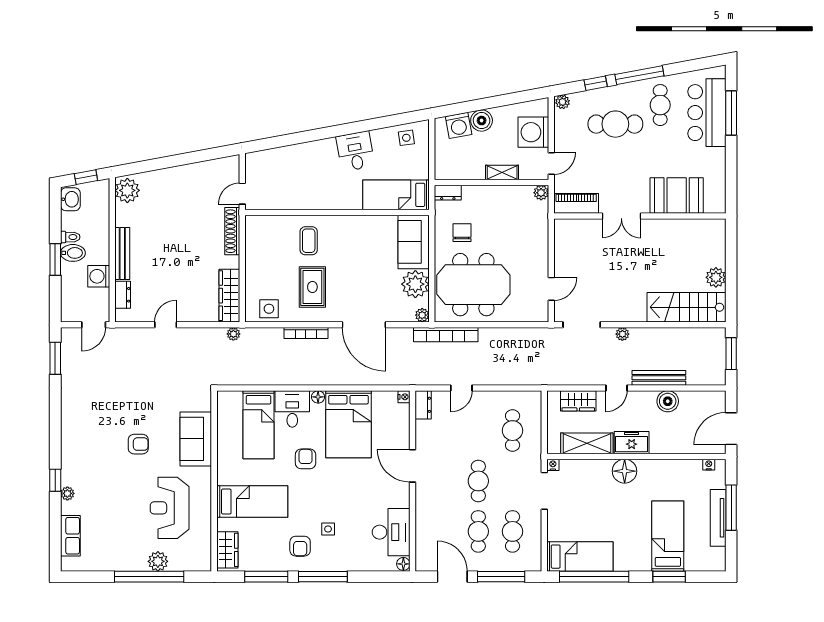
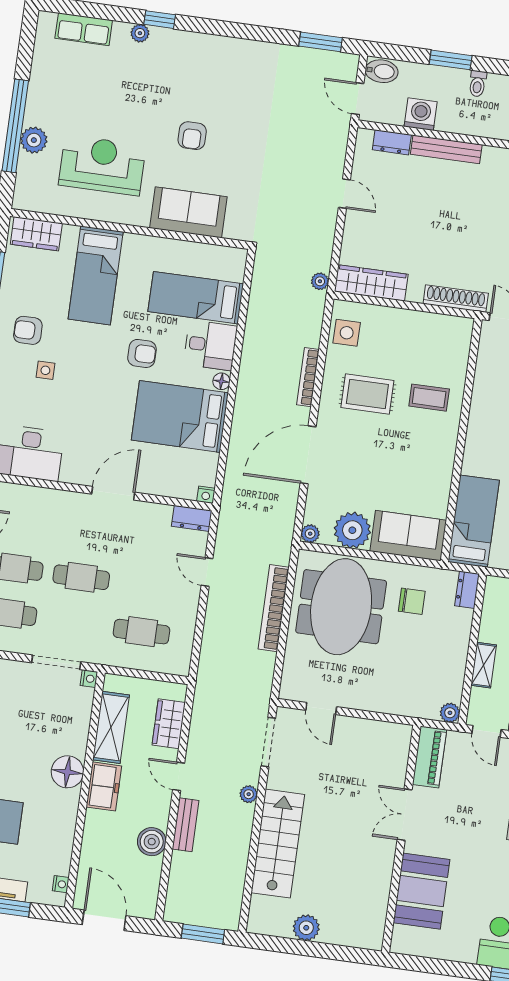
bidet: (73, 253) -> (382, 71), moved, turned -90
stairs: (686, 307) -> (278, 844), moved
bookcase: (446, 335) -> (274, 608), moved
bench: (659, 378) -> (186, 825), width x0.73

